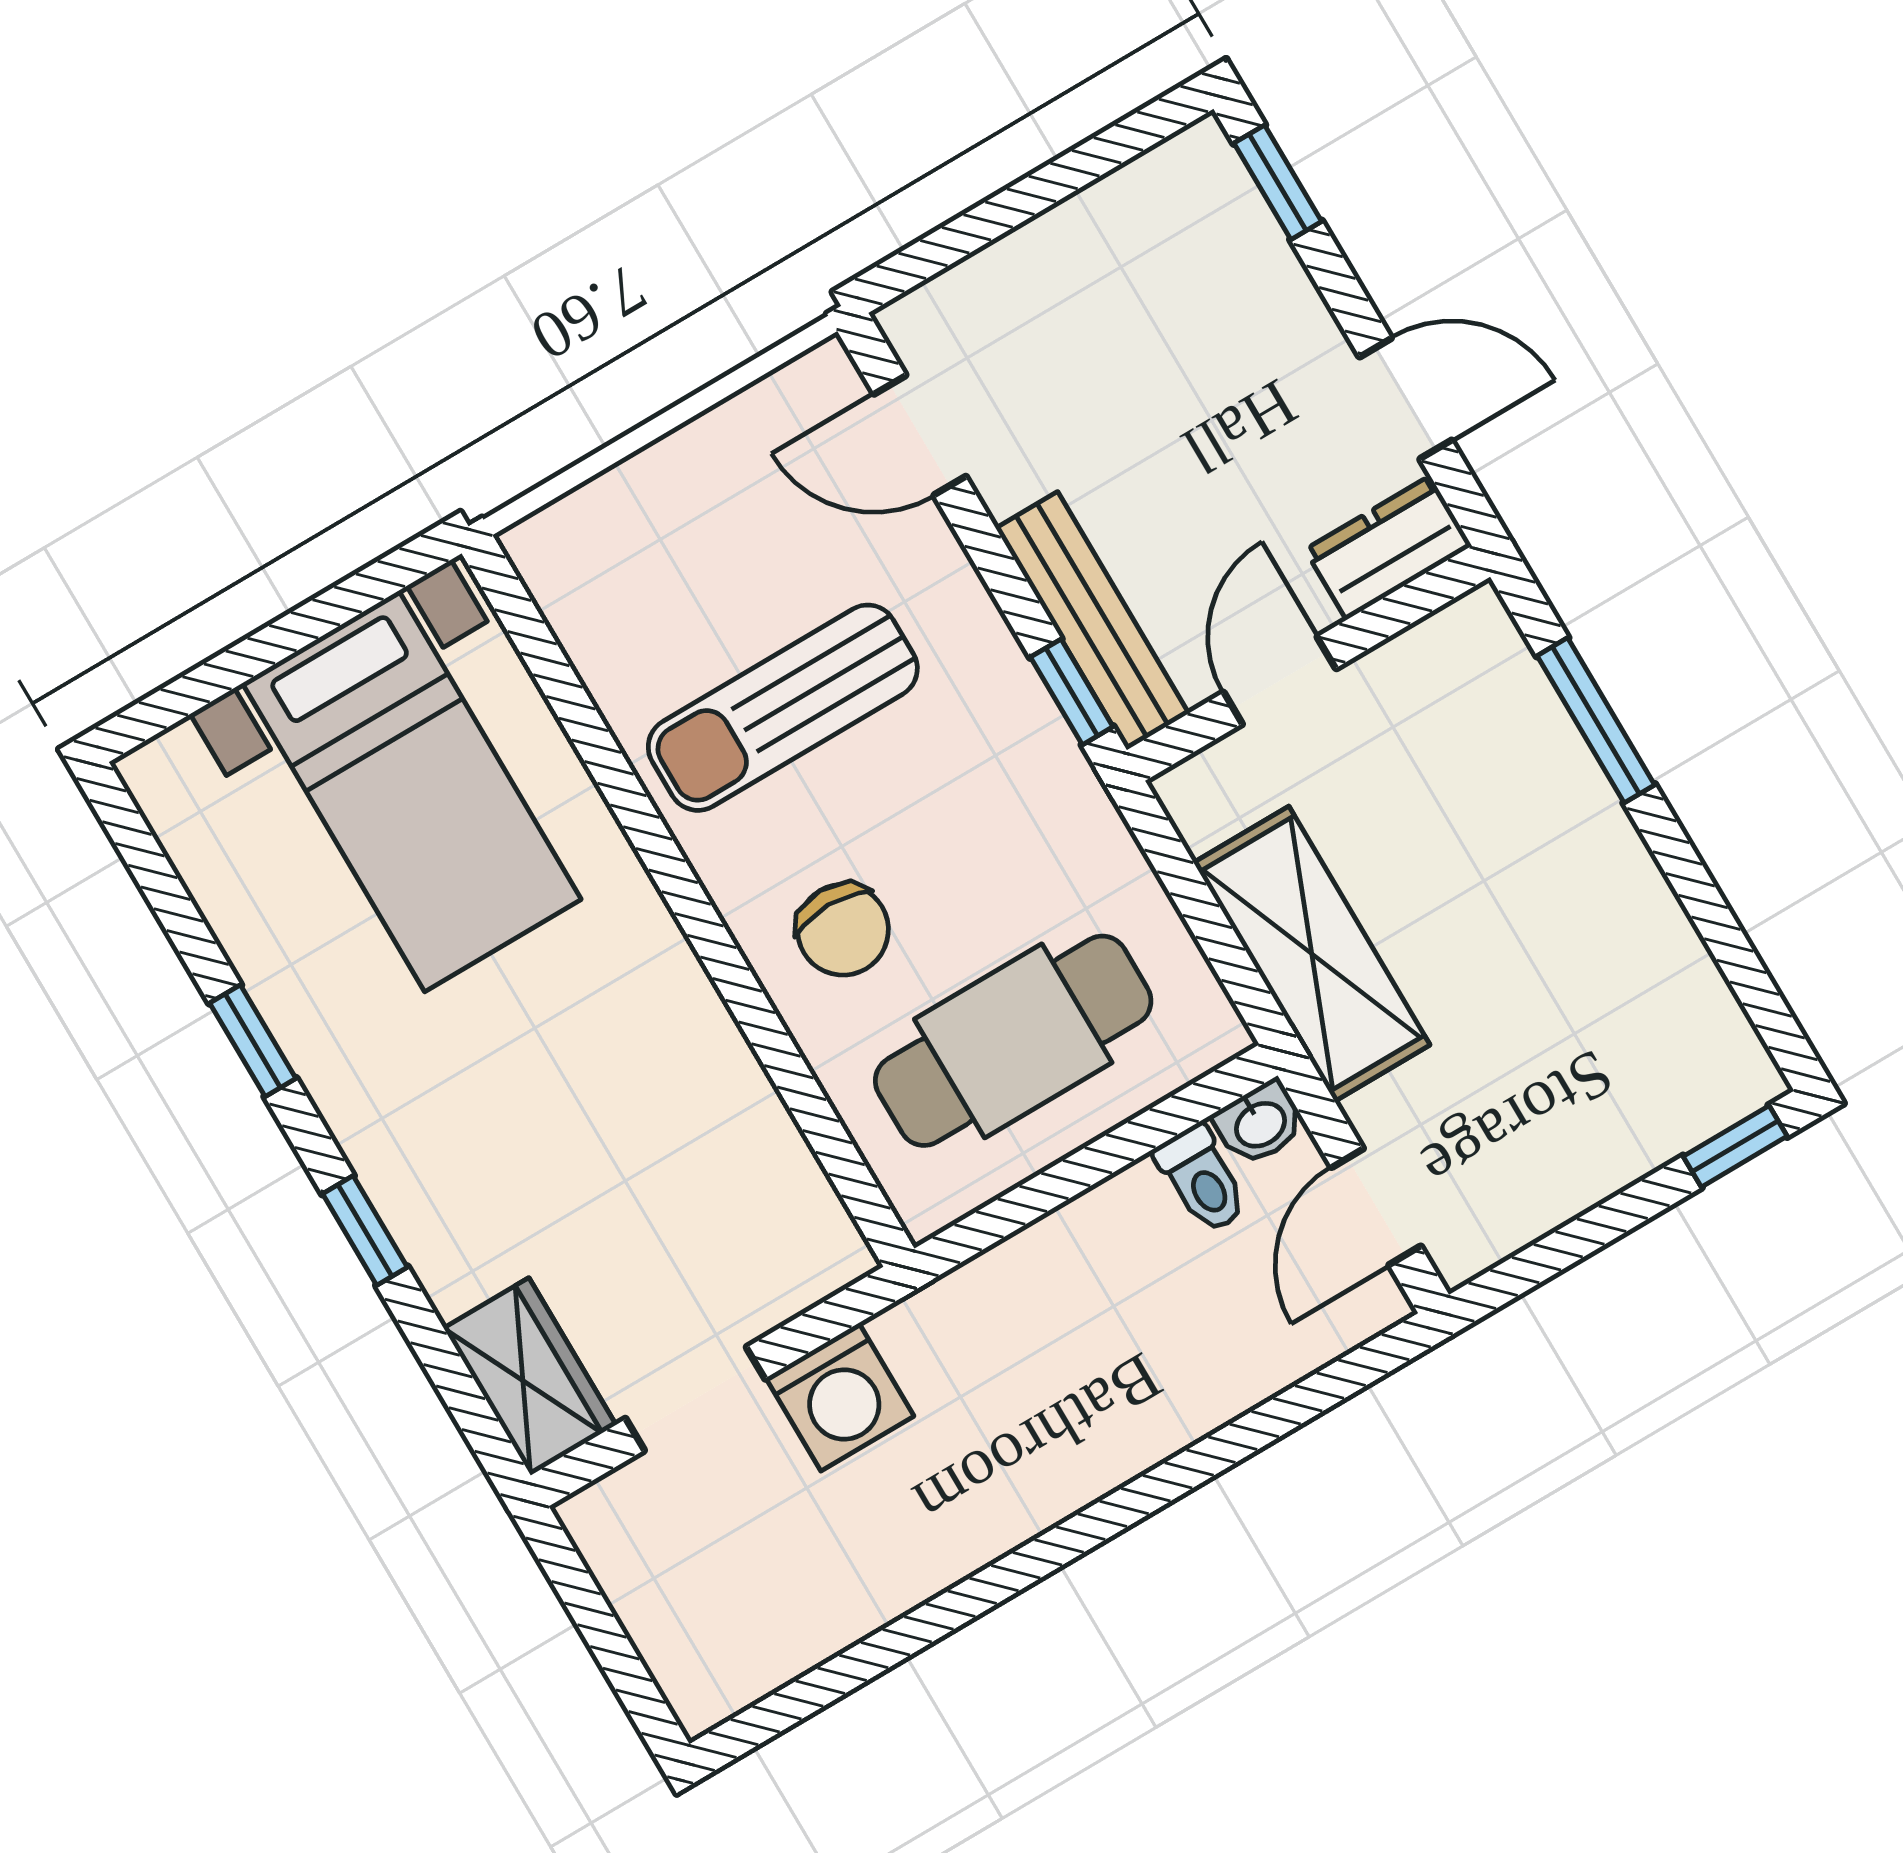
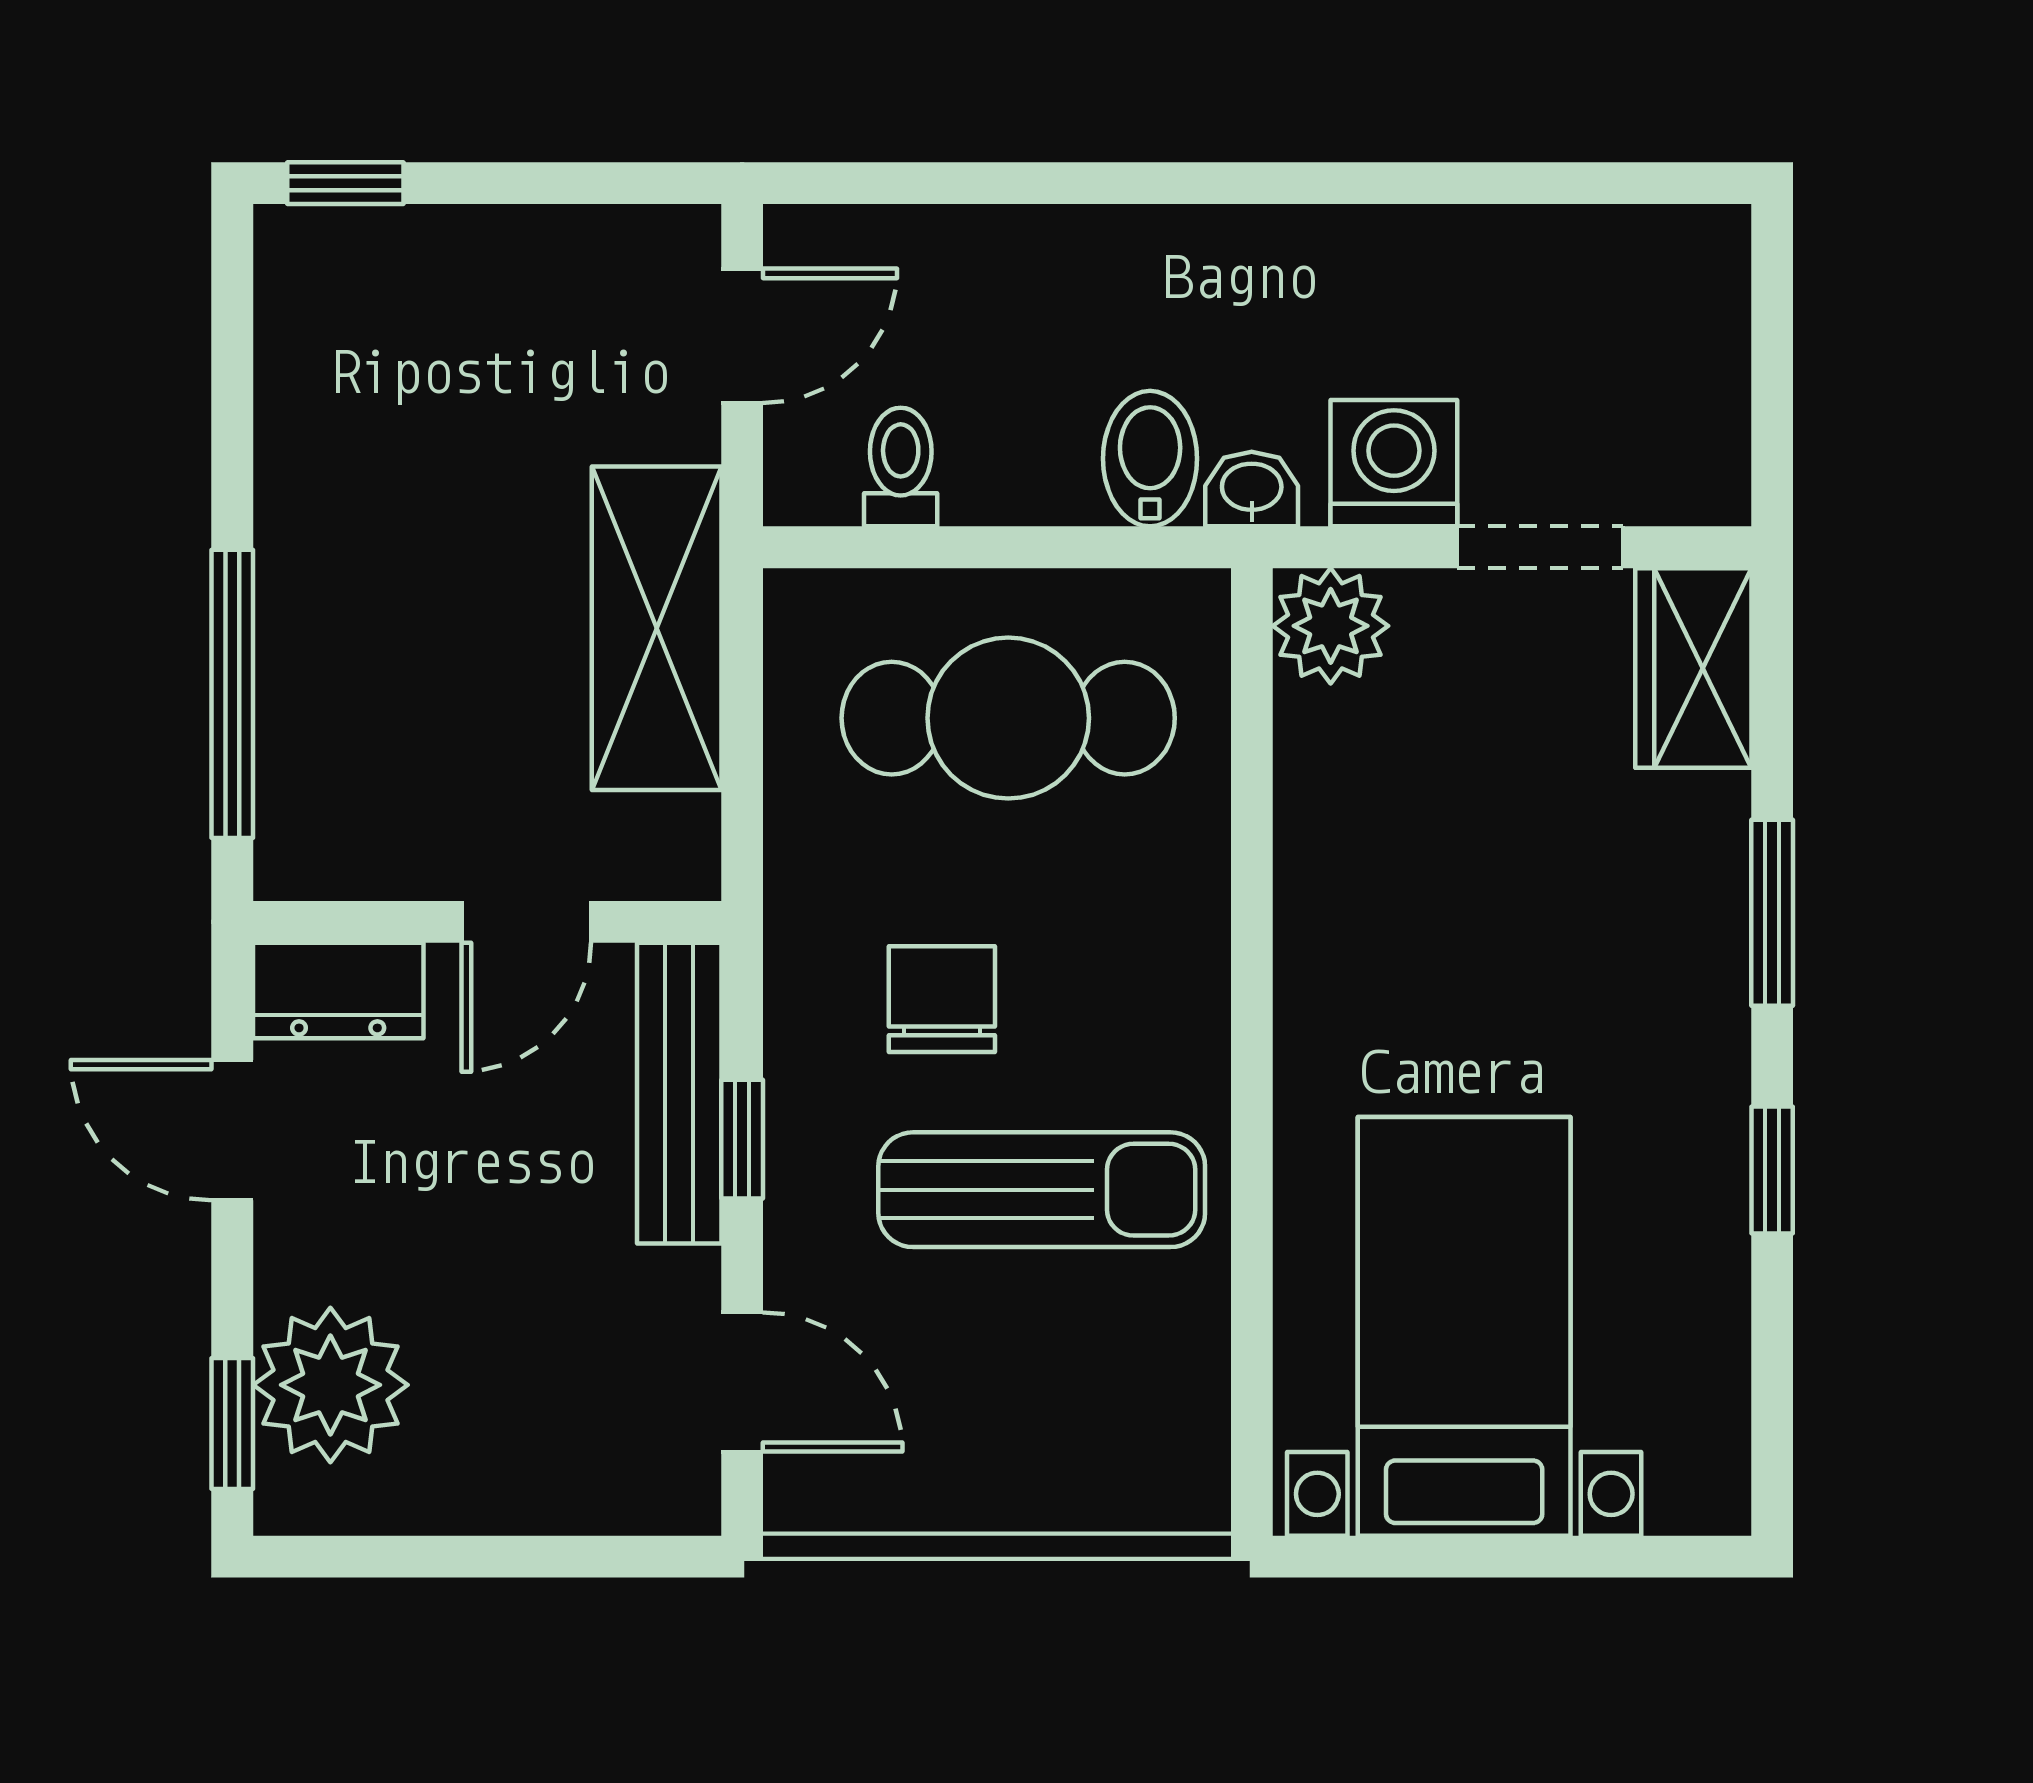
plant: (1222, 254) -> (330, 1385), added
window: (1072, 692) -> (742, 1139), moved
window: (1596, 720) -> (232, 694), width x1.44
chair: (843, 930) -> (942, 999), moved
washbasin: (1260, 1123) -> (1252, 489), moved
window: (365, 1230) -> (1772, 913), width x1.50
plant: (816, 1249) -> (1331, 626), added
bidet: (1022, 1294) -> (1150, 459), added

